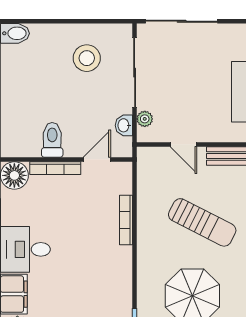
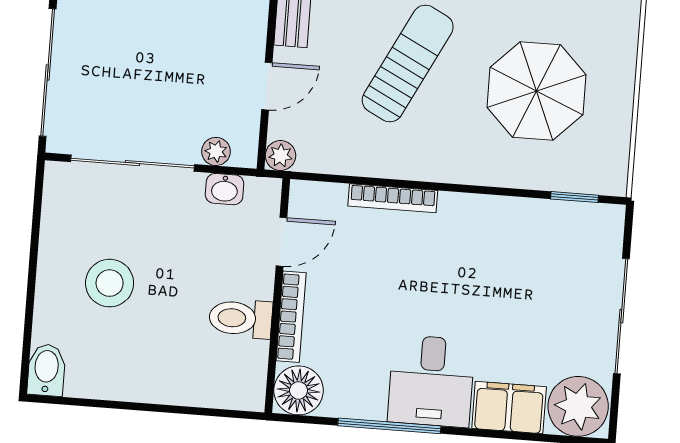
stool: (87, 58) -> (110, 283), moved
plant: (145, 155) -> (280, 156), added
door: (97, 159) -> (281, 242), swing flipped

